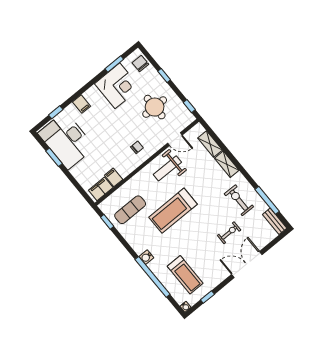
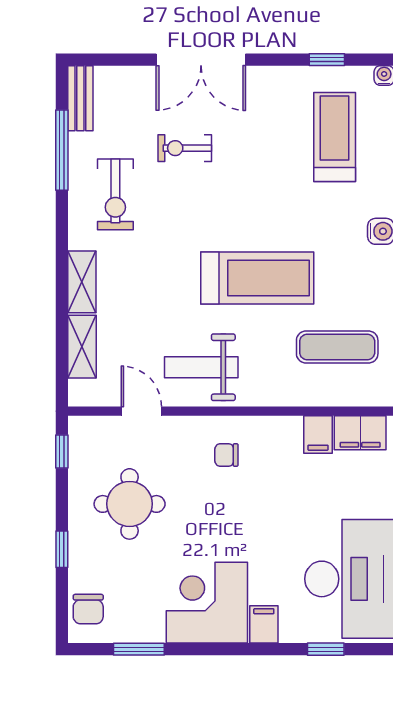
corner desk: (117, 86) -> (207, 603), moved
weight bench: (167, 168) -> (201, 367), turned 180

